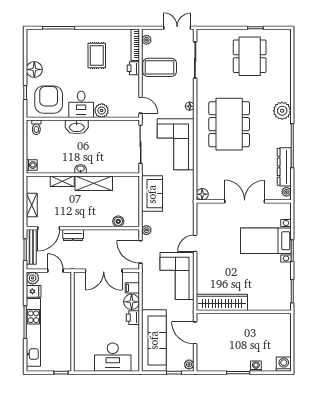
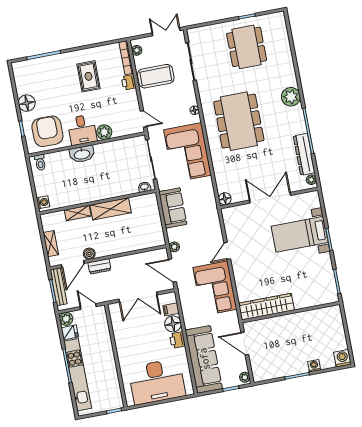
washbasin: (81, 169) -> (144, 187), moved
boiler: (118, 221) -> (89, 254), moved
desk: (113, 357) -> (157, 382), width x1.36, depth x1.30

